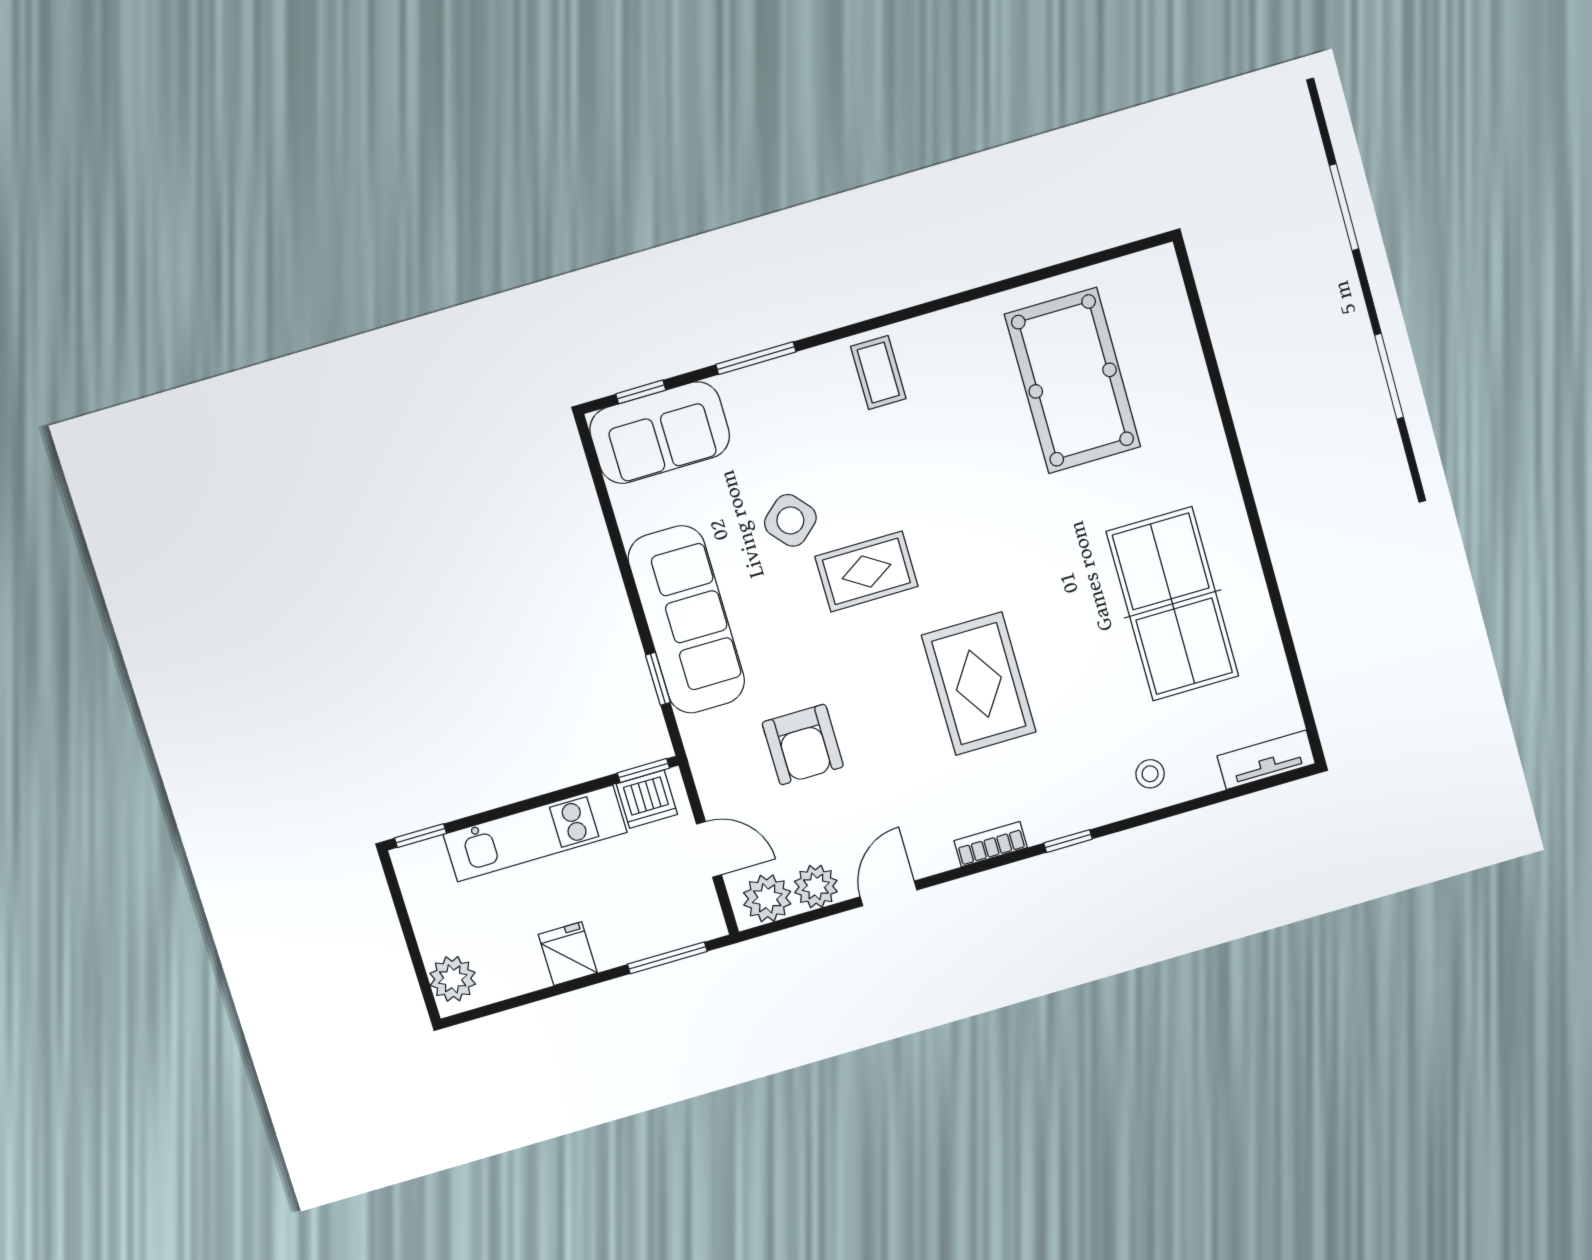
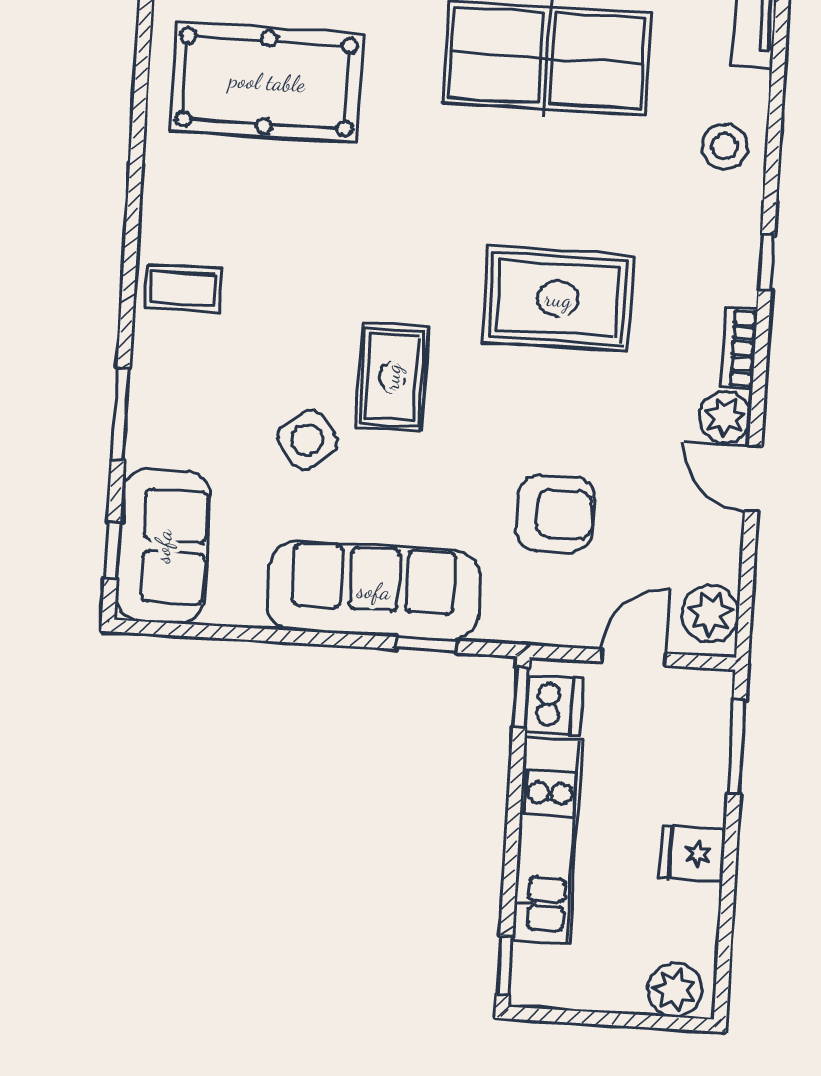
stool: (1150, 774) -> (724, 146), width x1.37, depth x1.37
plant: (816, 886) -> (725, 417), moved

